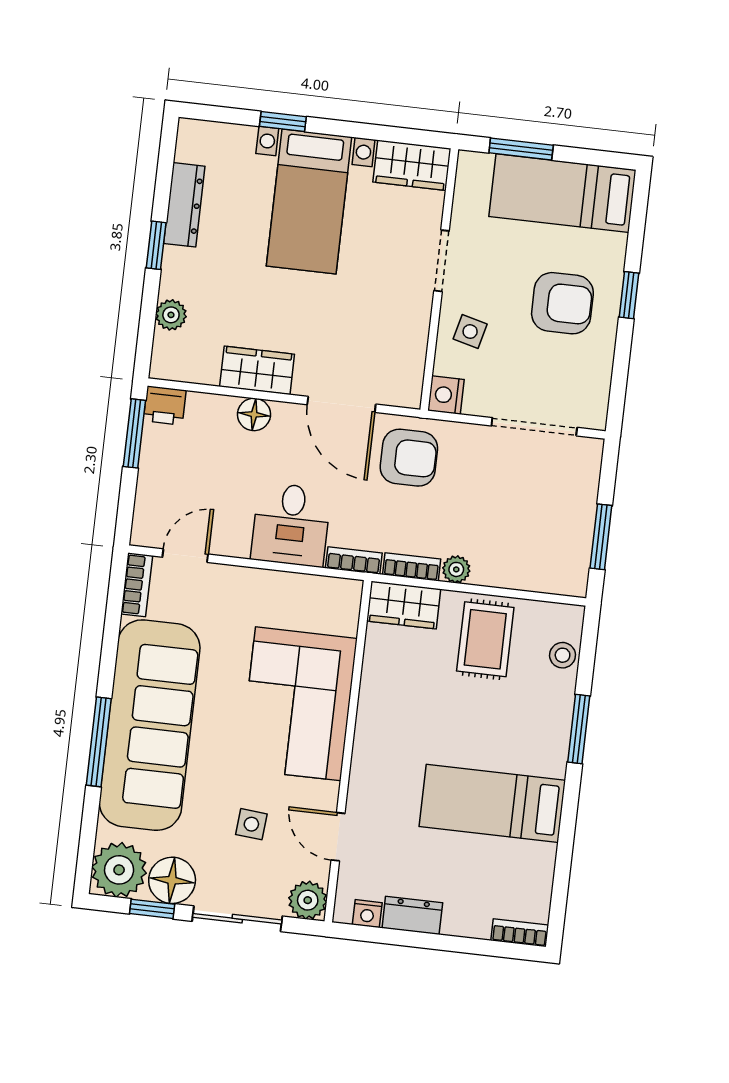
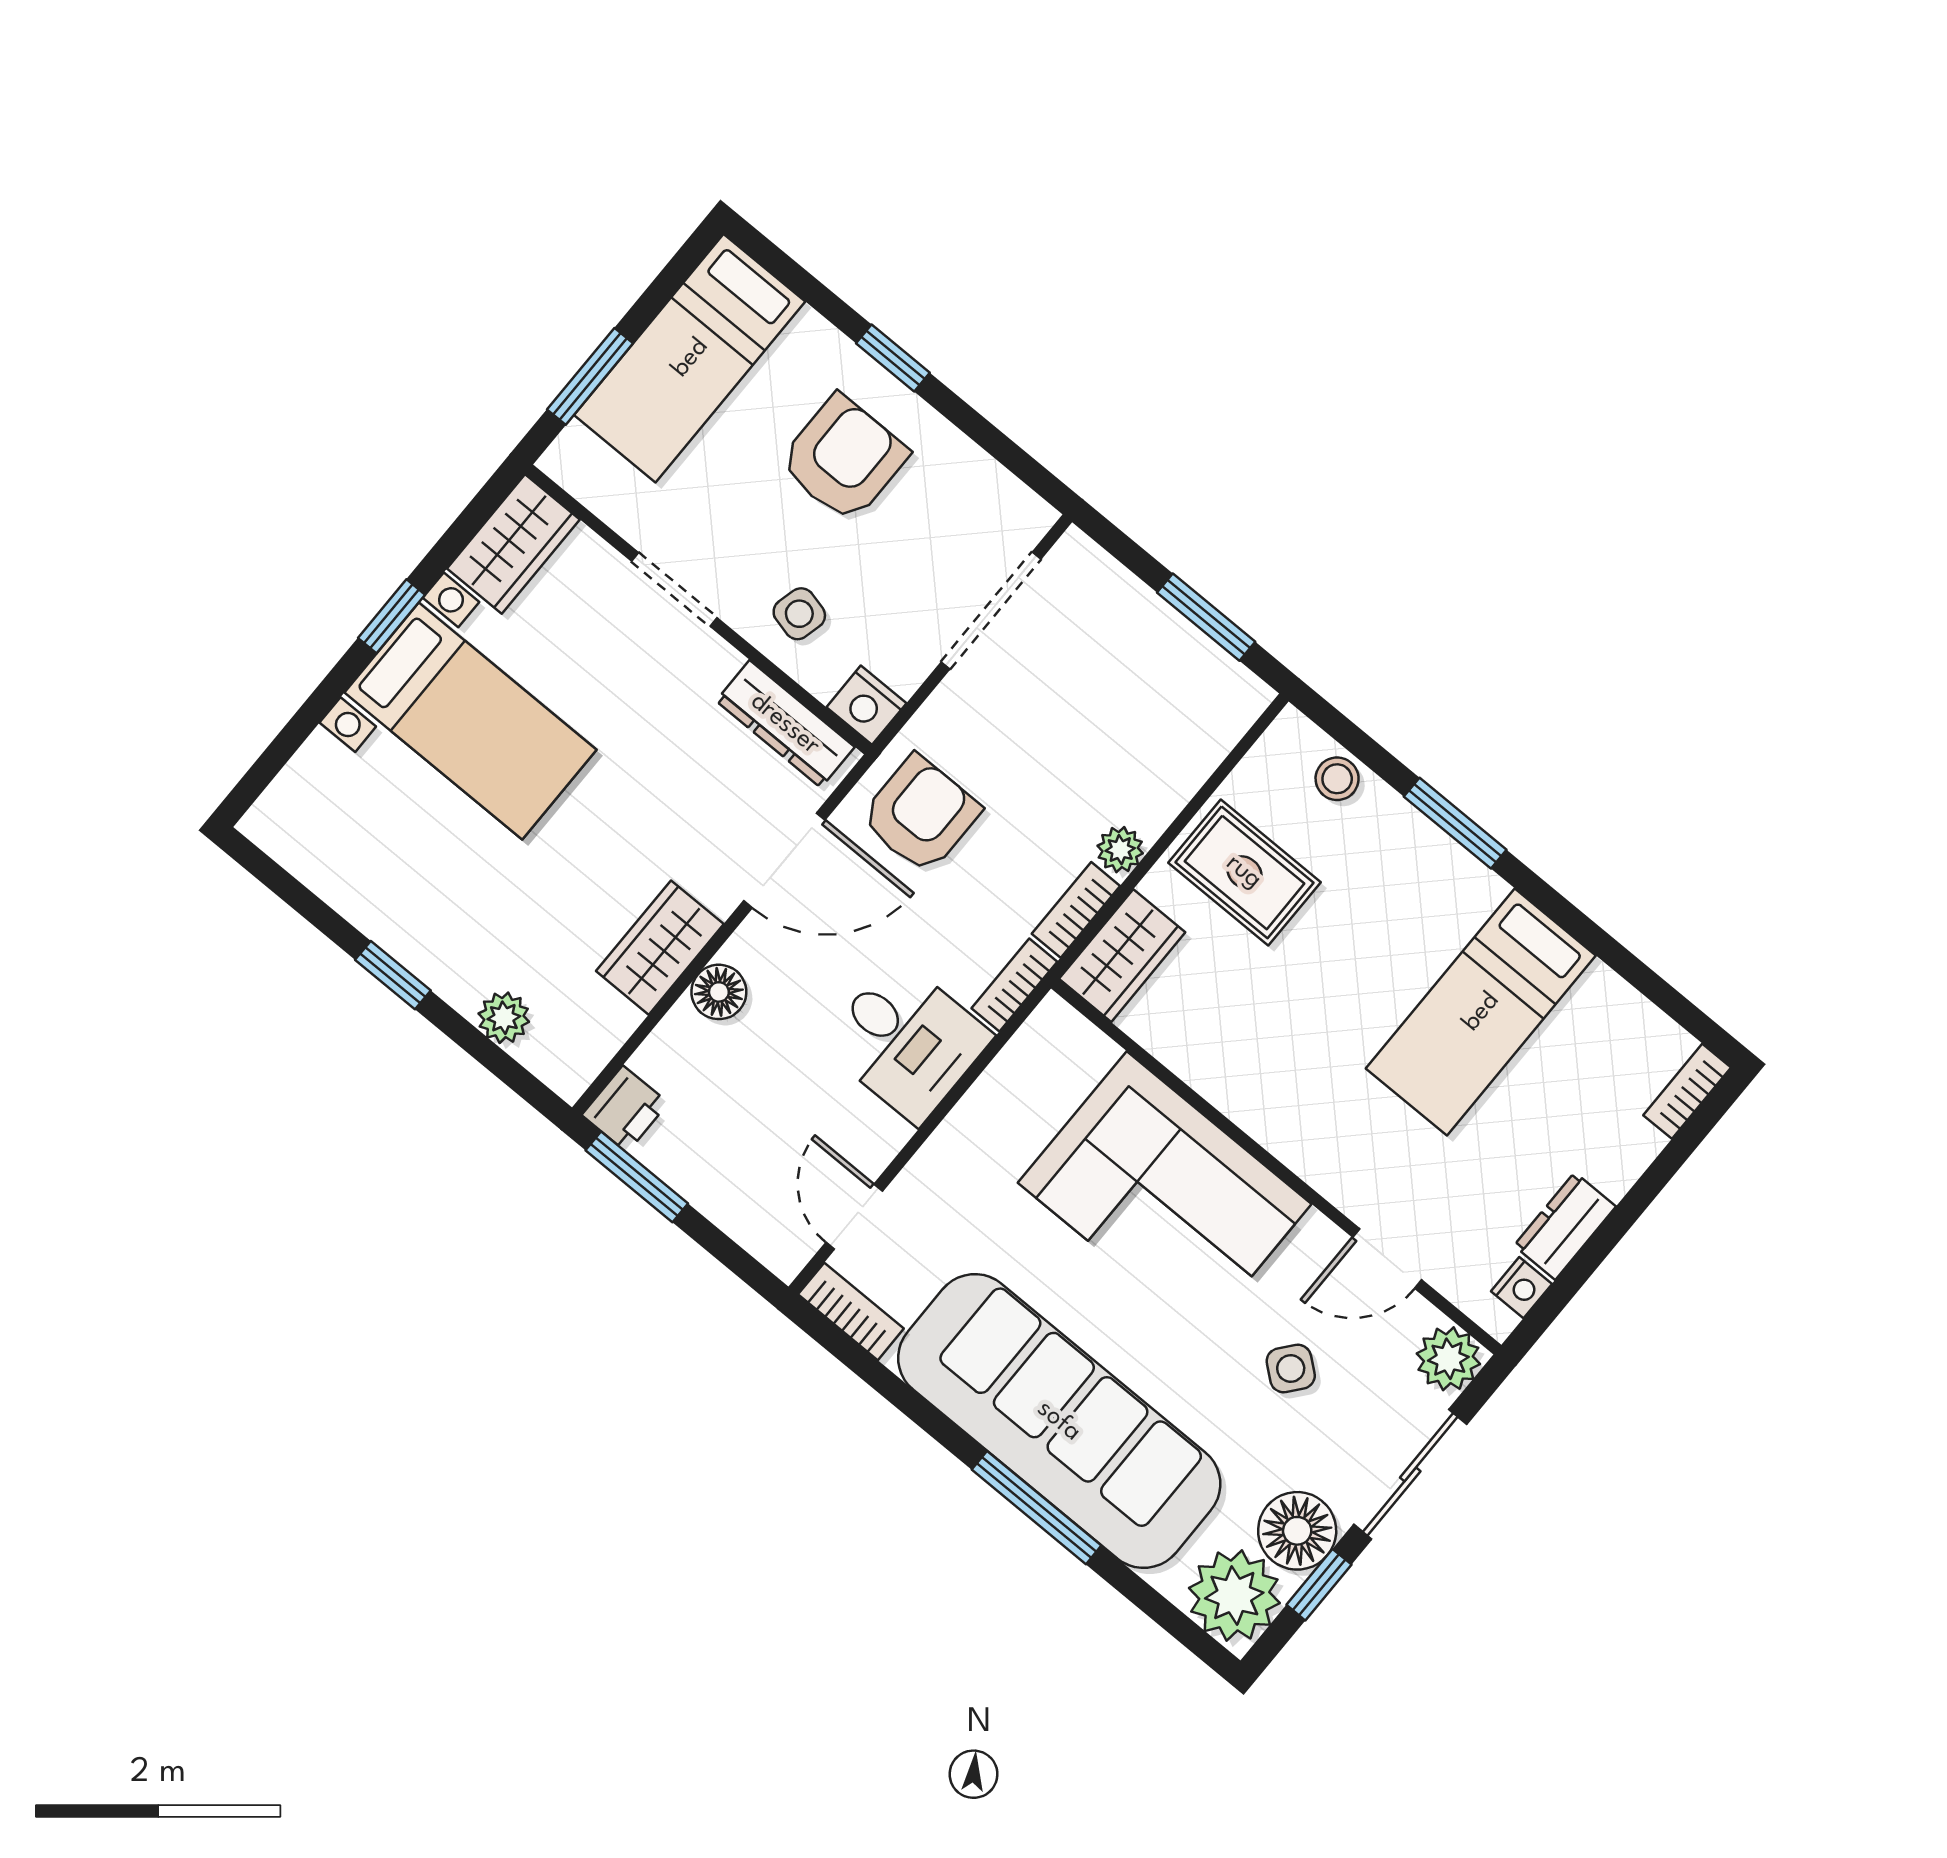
window: (283, 122) -> (392, 616), moved
dresser: (184, 205) -> (785, 724), moved, turned 180
side table: (251, 824) -> (1291, 1368), turned 34

